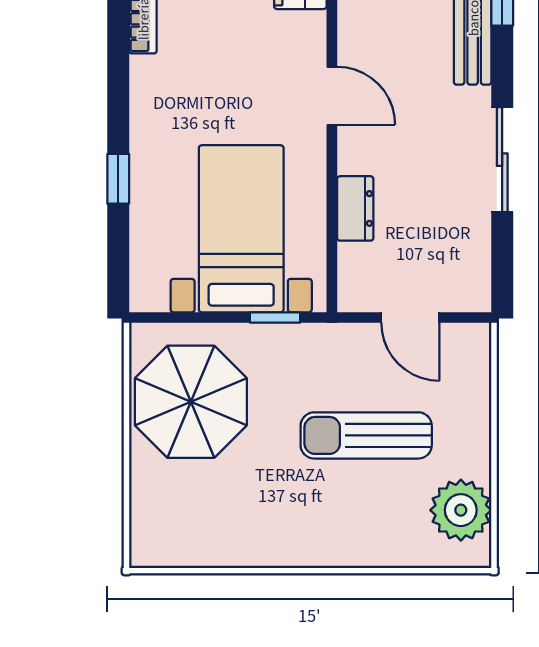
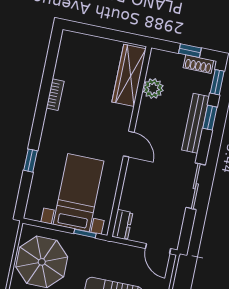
dresser: (355, 208) -> (122, 225), moved
door: (410, 318) -> (158, 249), moved

